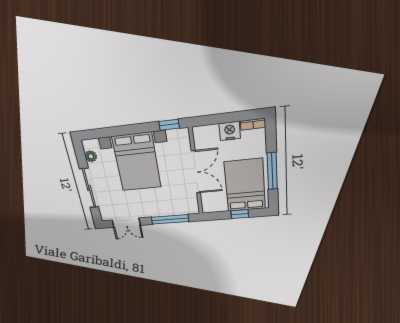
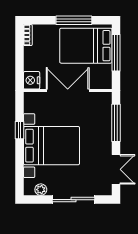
window: (169, 125) -> (19, 130), moved
nightstand: (230, 131) -> (32, 80), moved
window: (240, 214) -> (116, 53), width x2.17

